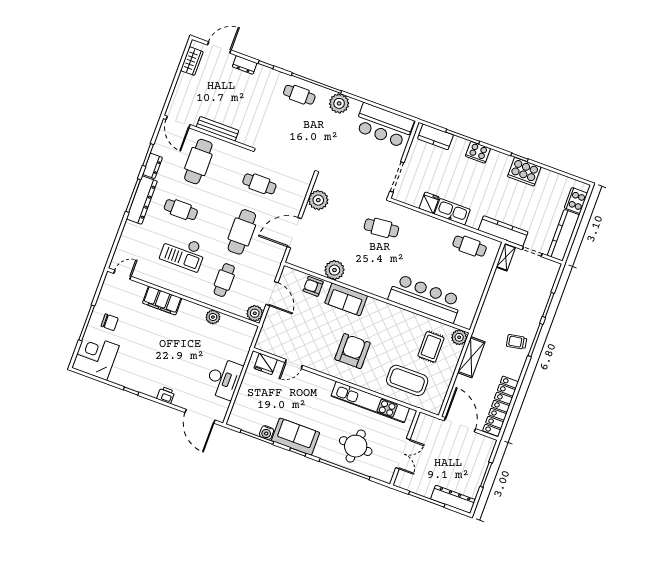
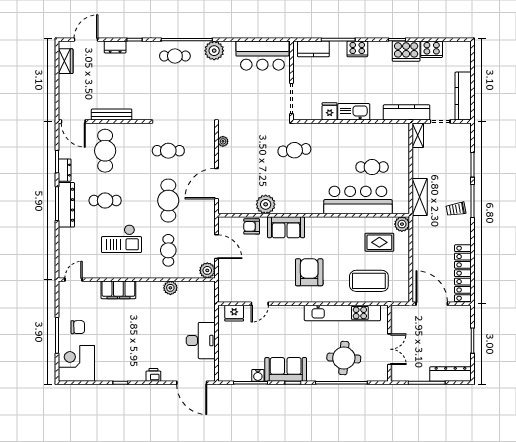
plant: (318, 200) -> (223, 141), width x0.53, depth x0.53
cooker: (576, 201) -> (432, 49), moved, turned -90
cafe table: (470, 246) -> (372, 167), moved
rug: (431, 347) -> (379, 242), turned 90
shelving: (471, 357) -> (420, 197), moved

